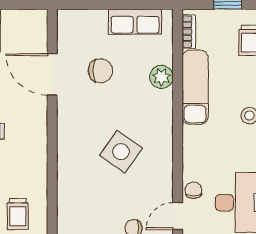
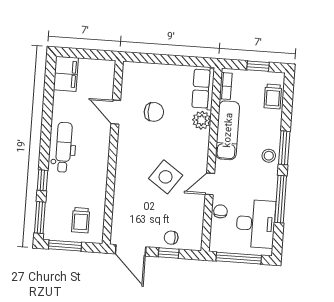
row of seats: (135, 22) -> (203, 89), moved, turned 90
door: (52, 74) -> (116, 112), width x0.73
door: (178, 216) -> (210, 184), moved

